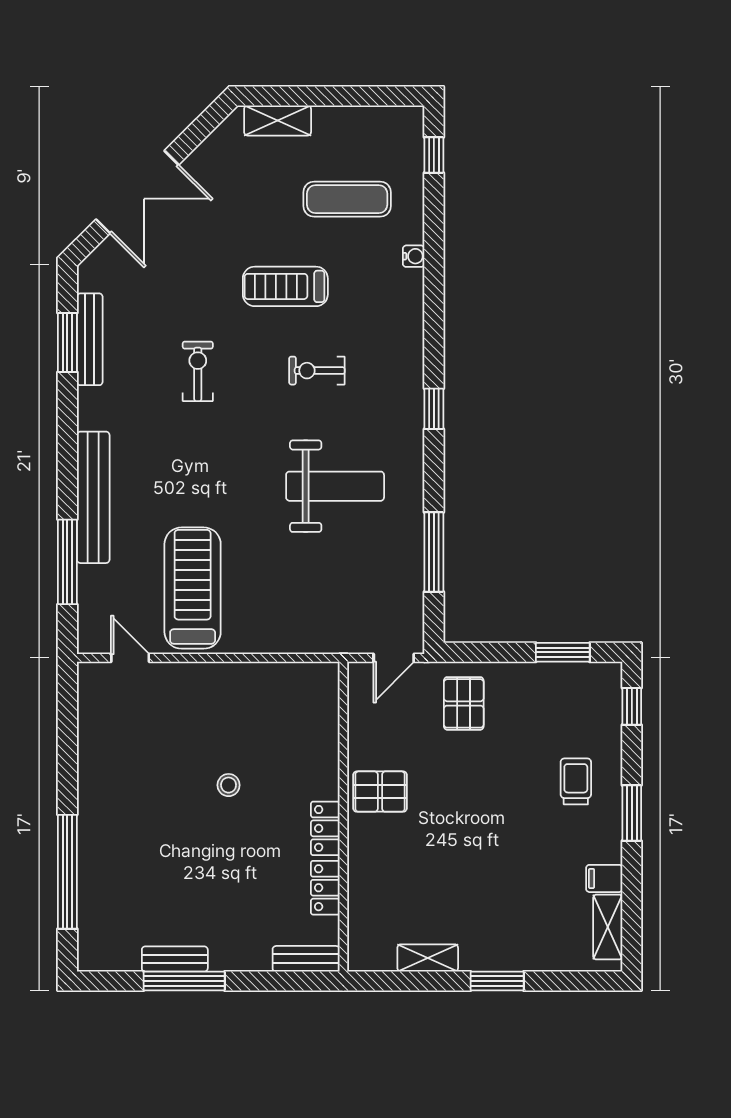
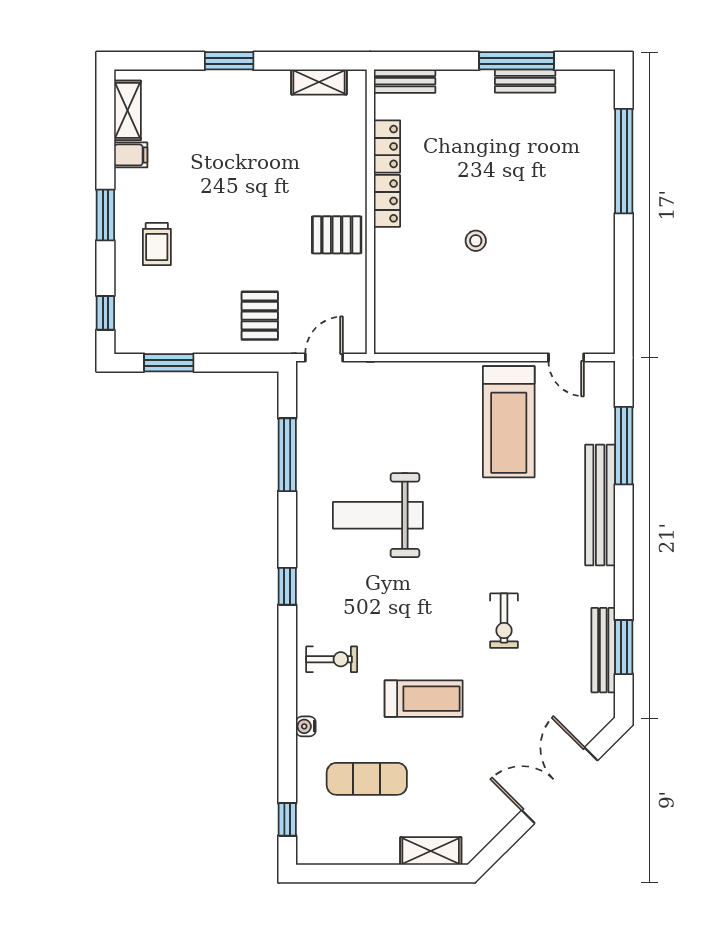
exercise bike: (317, 371) -> (332, 659), moved
shelving: (428, 958) -> (319, 82), moved

